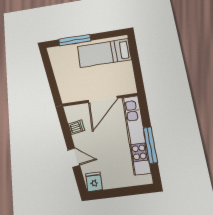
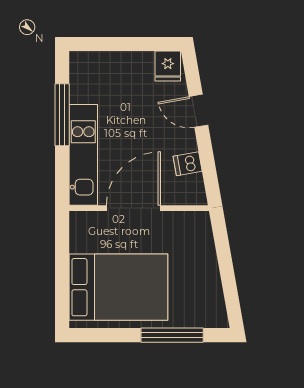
bed: (104, 53) -> (118, 287), width x1.50
kitchen unit: (136, 134) -> (83, 155), width x0.73

